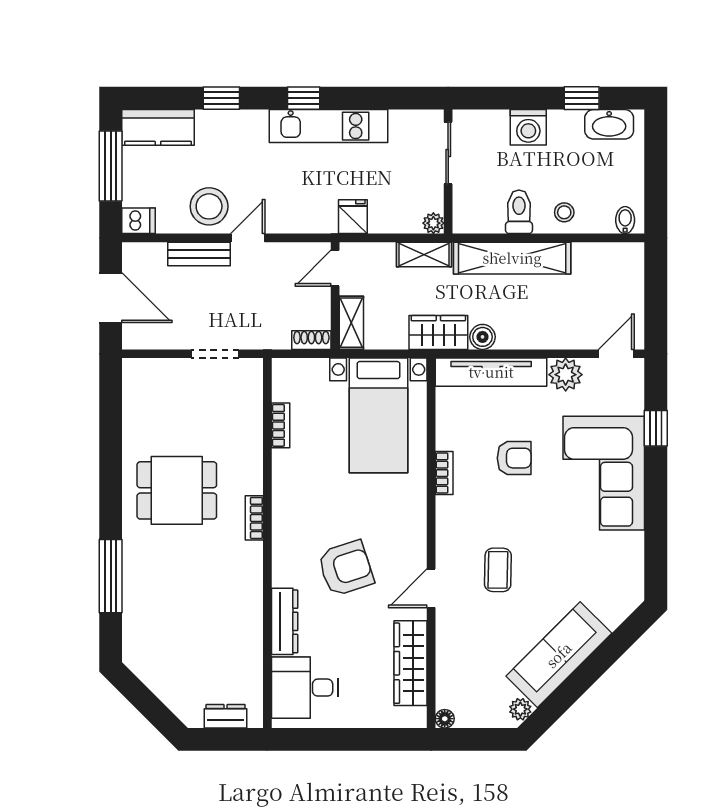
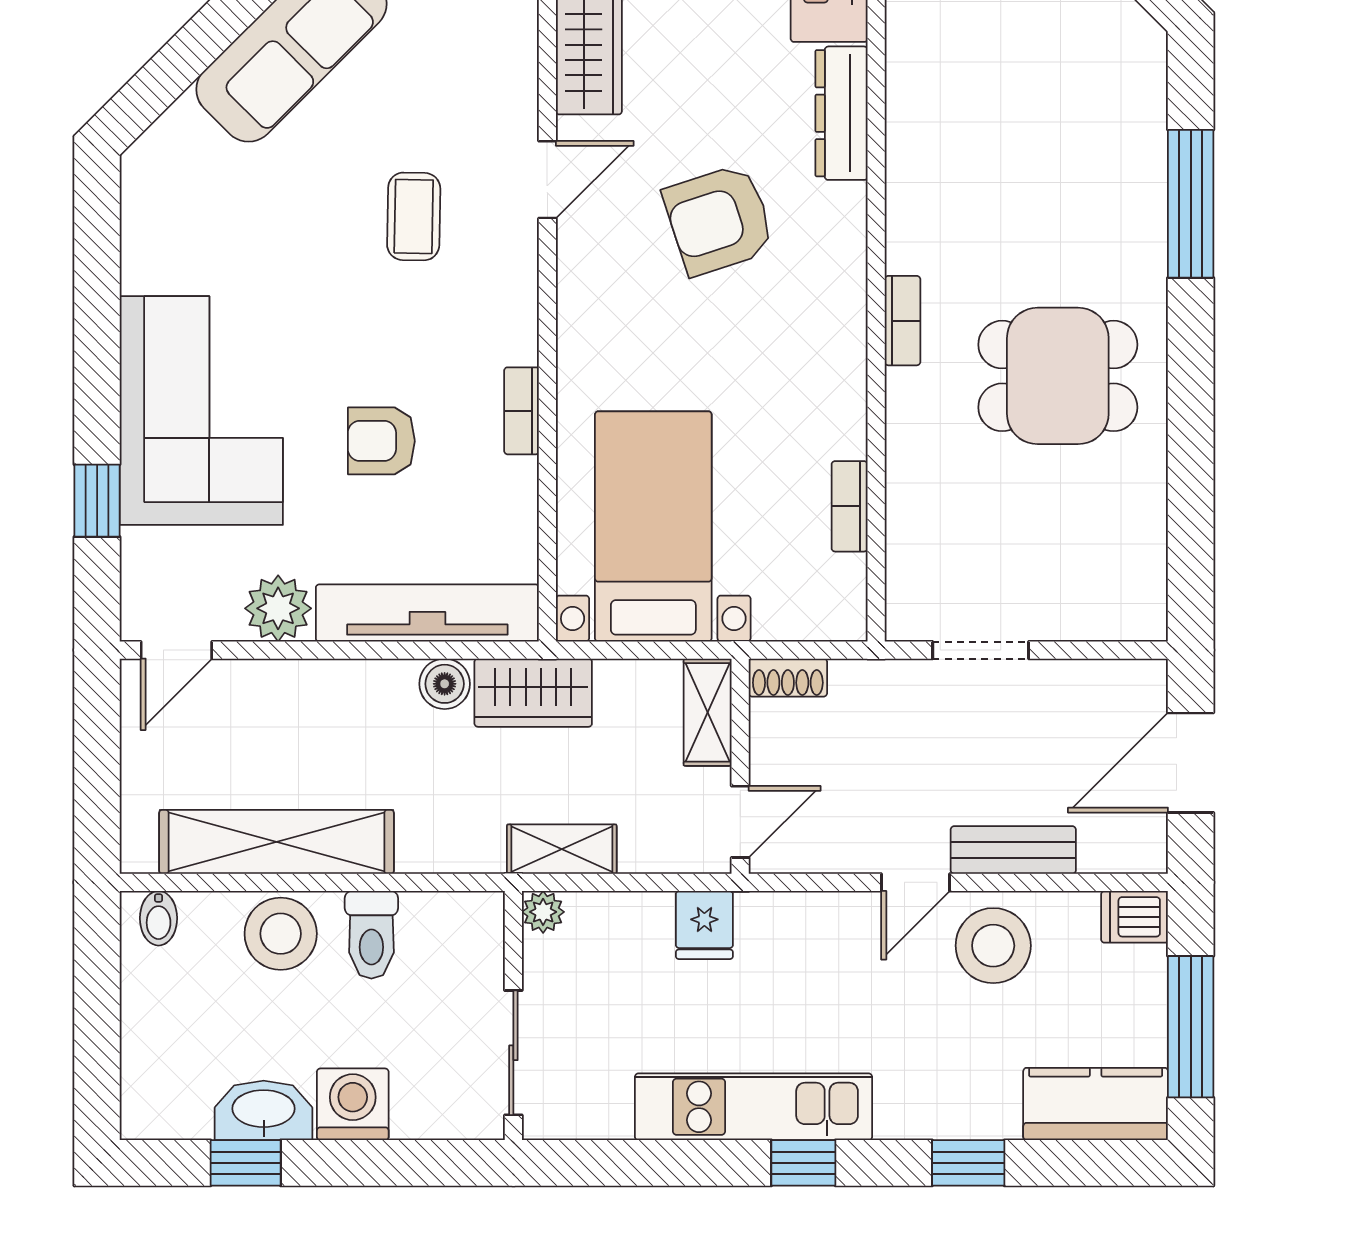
washbasin: (609, 124) -> (264, 1110), moved
stool: (564, 212) -> (281, 934), width x1.89, depth x1.89
shelving: (512, 258) -> (276, 842), moved
door: (111, 298) -> (1191, 763), hinge flipped

